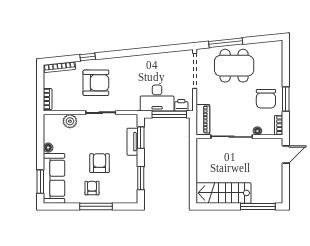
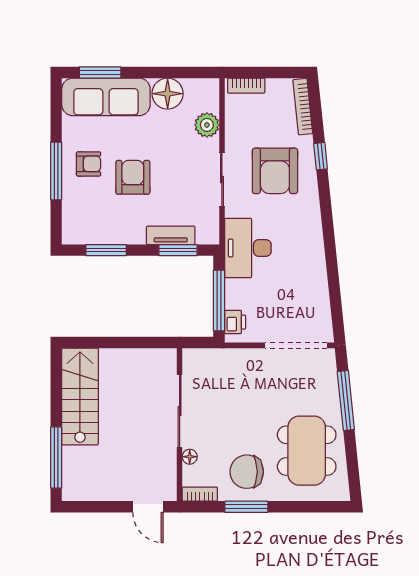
dining table: (234, 66) -> (307, 451), moved
desk: (157, 98) -> (248, 248), moved
piano: (203, 119) -> (210, 360), removed
floor lamp: (48, 148) -> (168, 94), width x1.89, depth x1.89
armchair: (100, 163) -> (133, 177), turned -90

